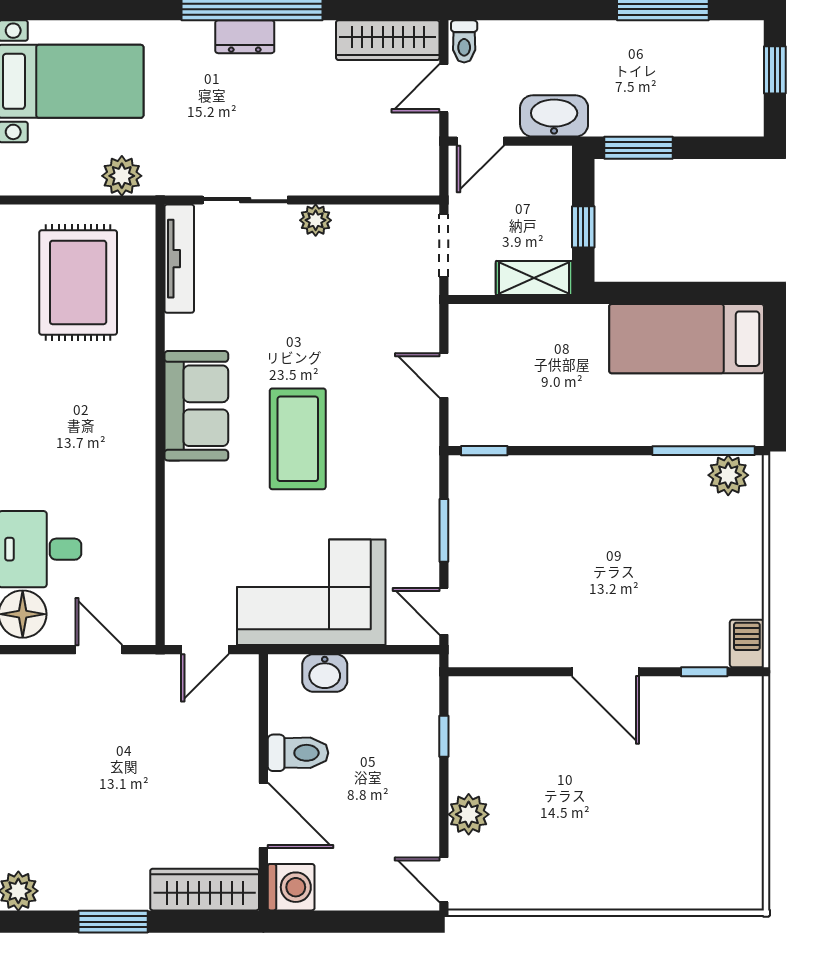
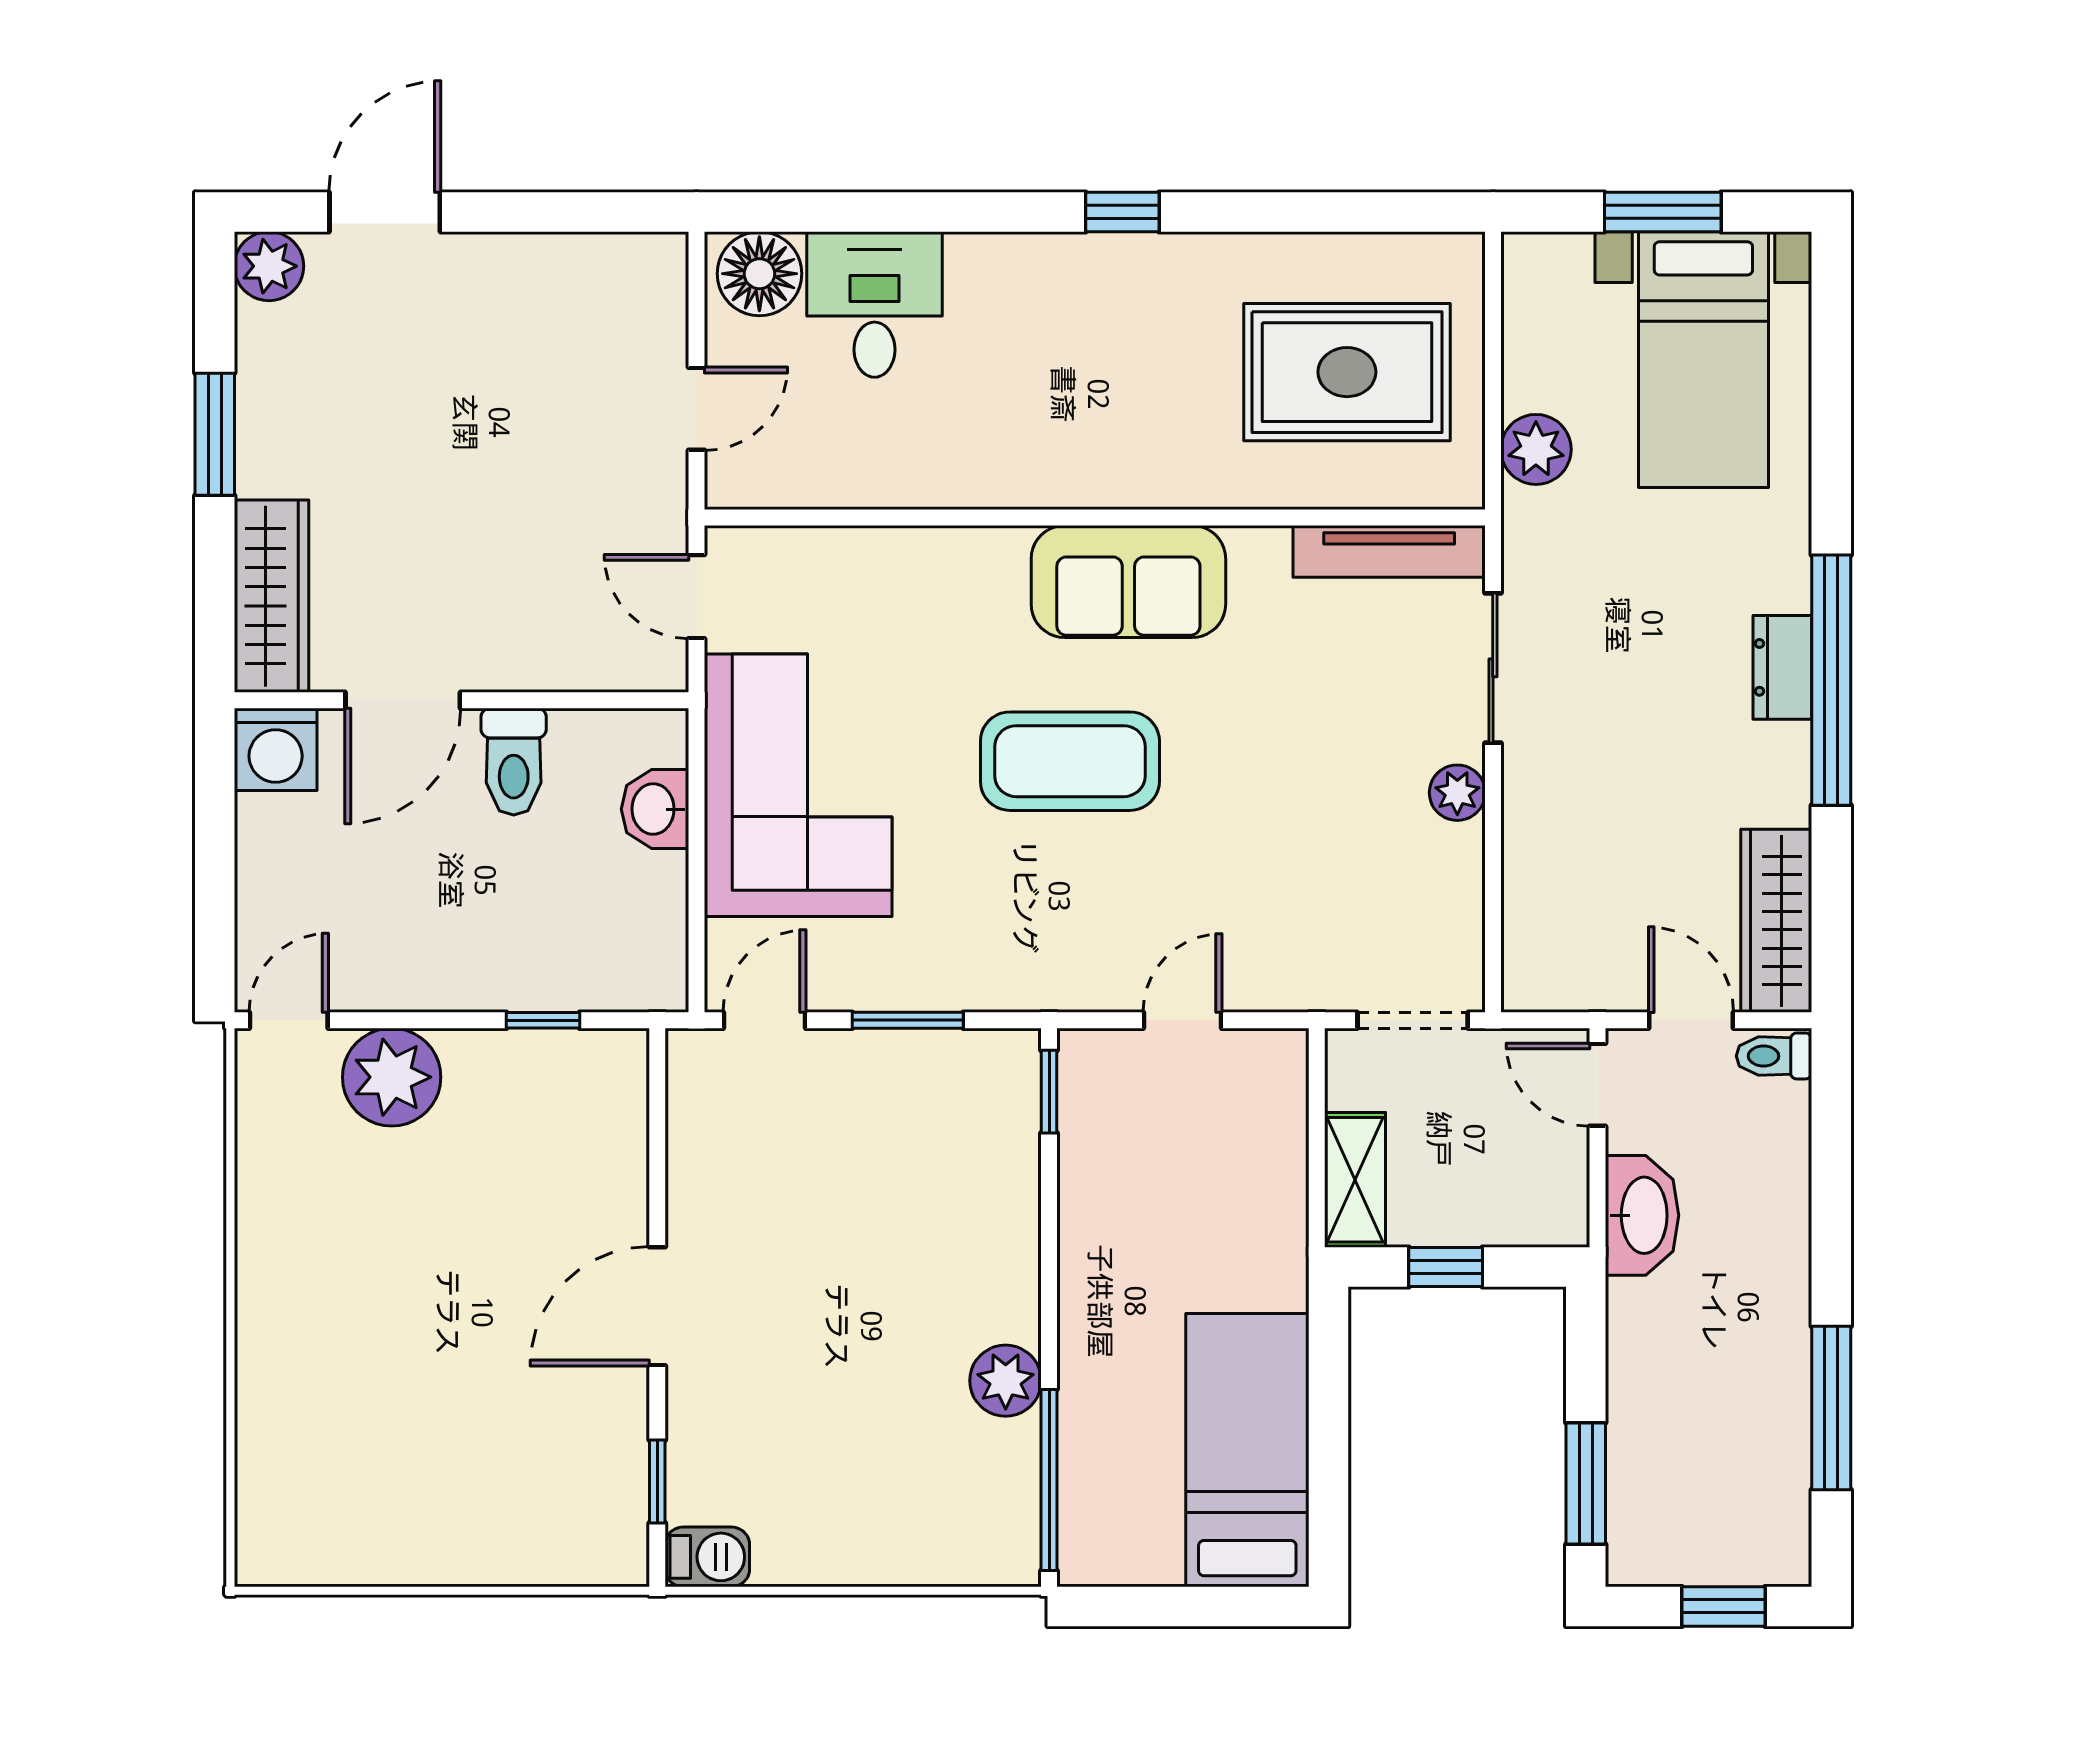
window: (639, 148) -> (1586, 1484), moved
plant: (728, 475) -> (1006, 1381), moved
plant: (469, 814) -> (392, 1077), width x1.36, depth x1.36

